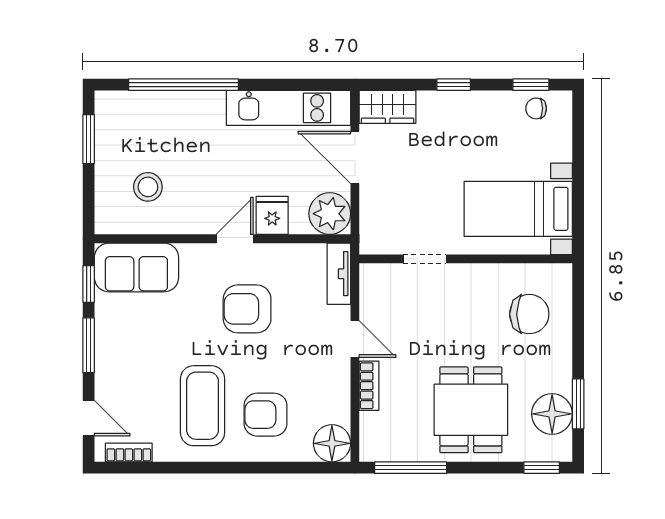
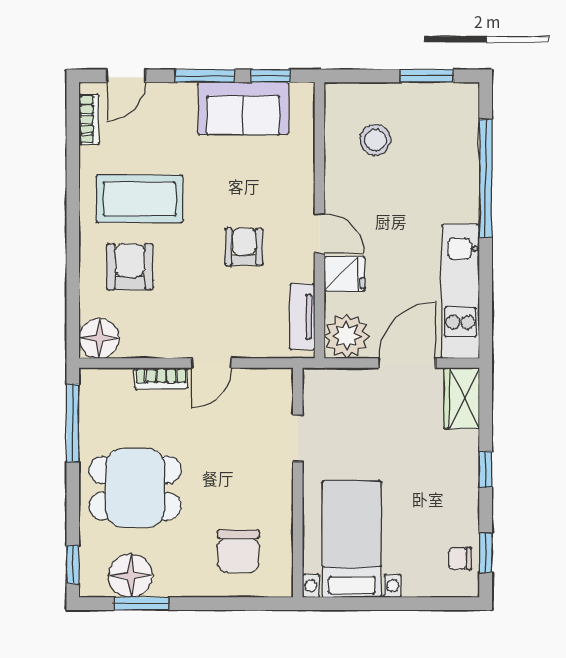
chair: (536, 108) -> (460, 558), turned -90
sofa: (136, 267) -> (243, 108), moved, turned -90
tv unit: (339, 274) -> (302, 317), moved, turned -90
armchair: (247, 309) -> (244, 247), width x0.72, depth x0.72

